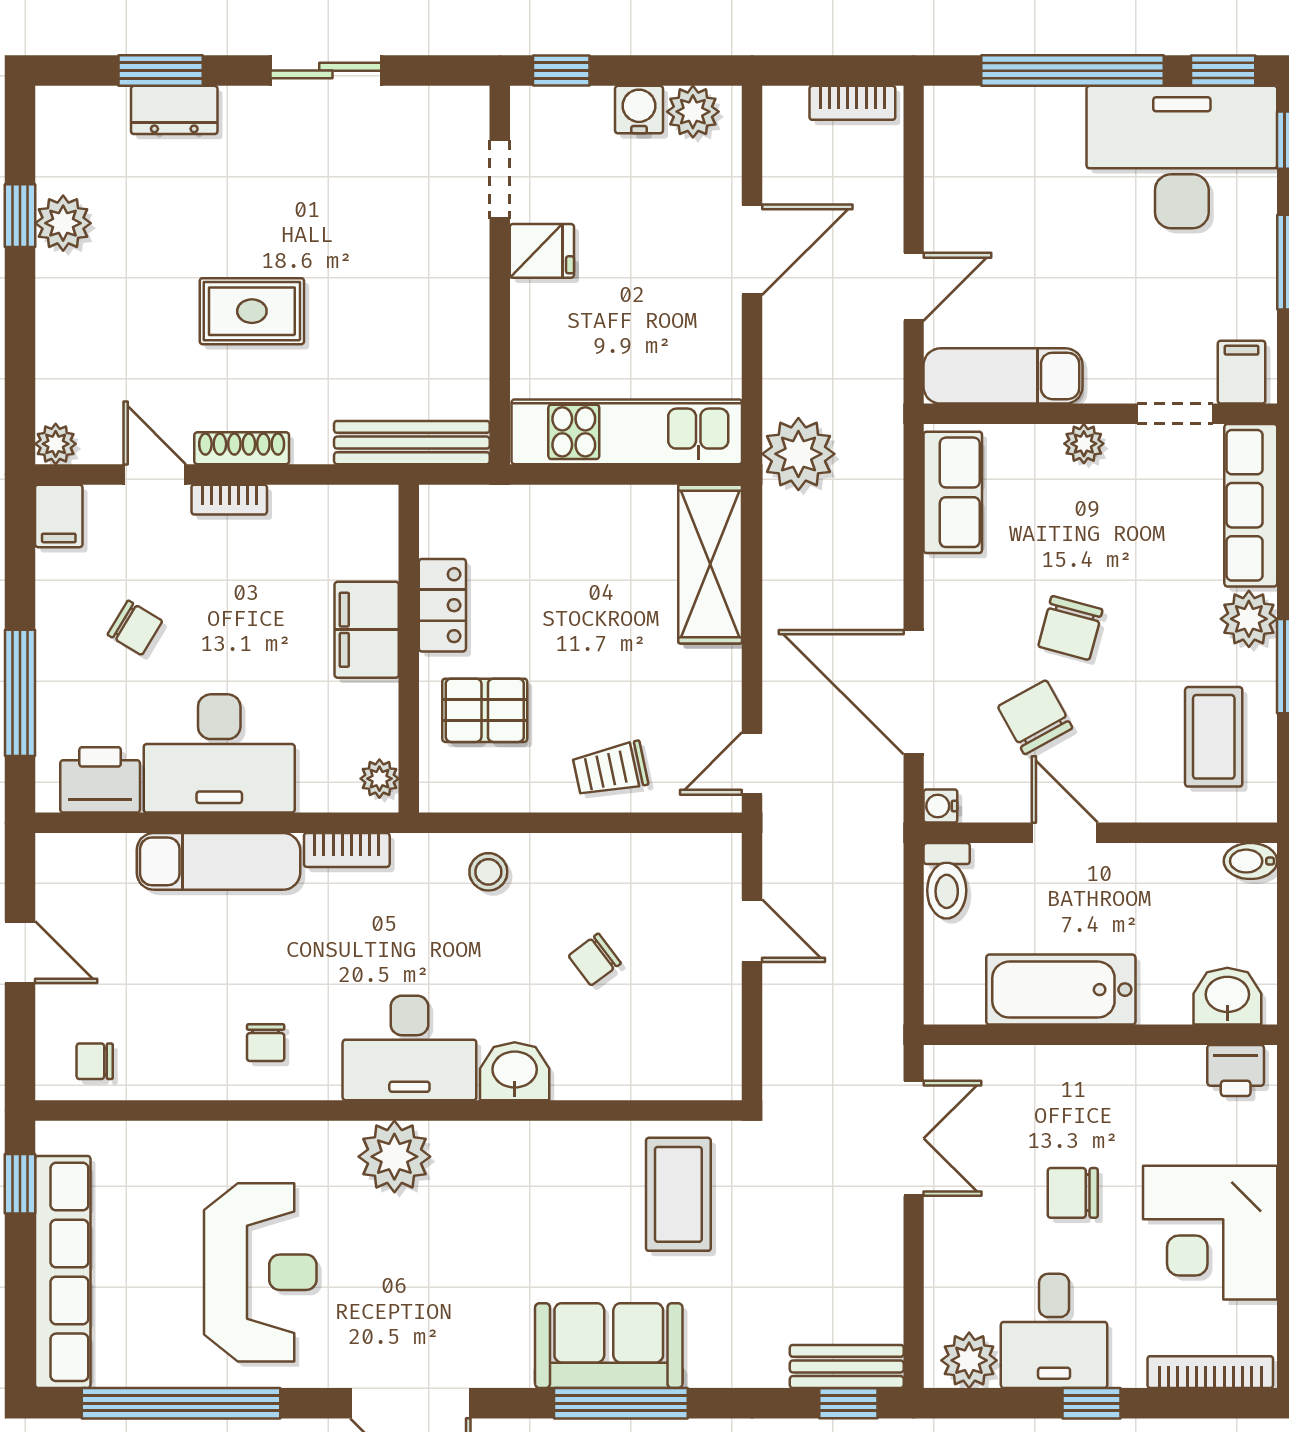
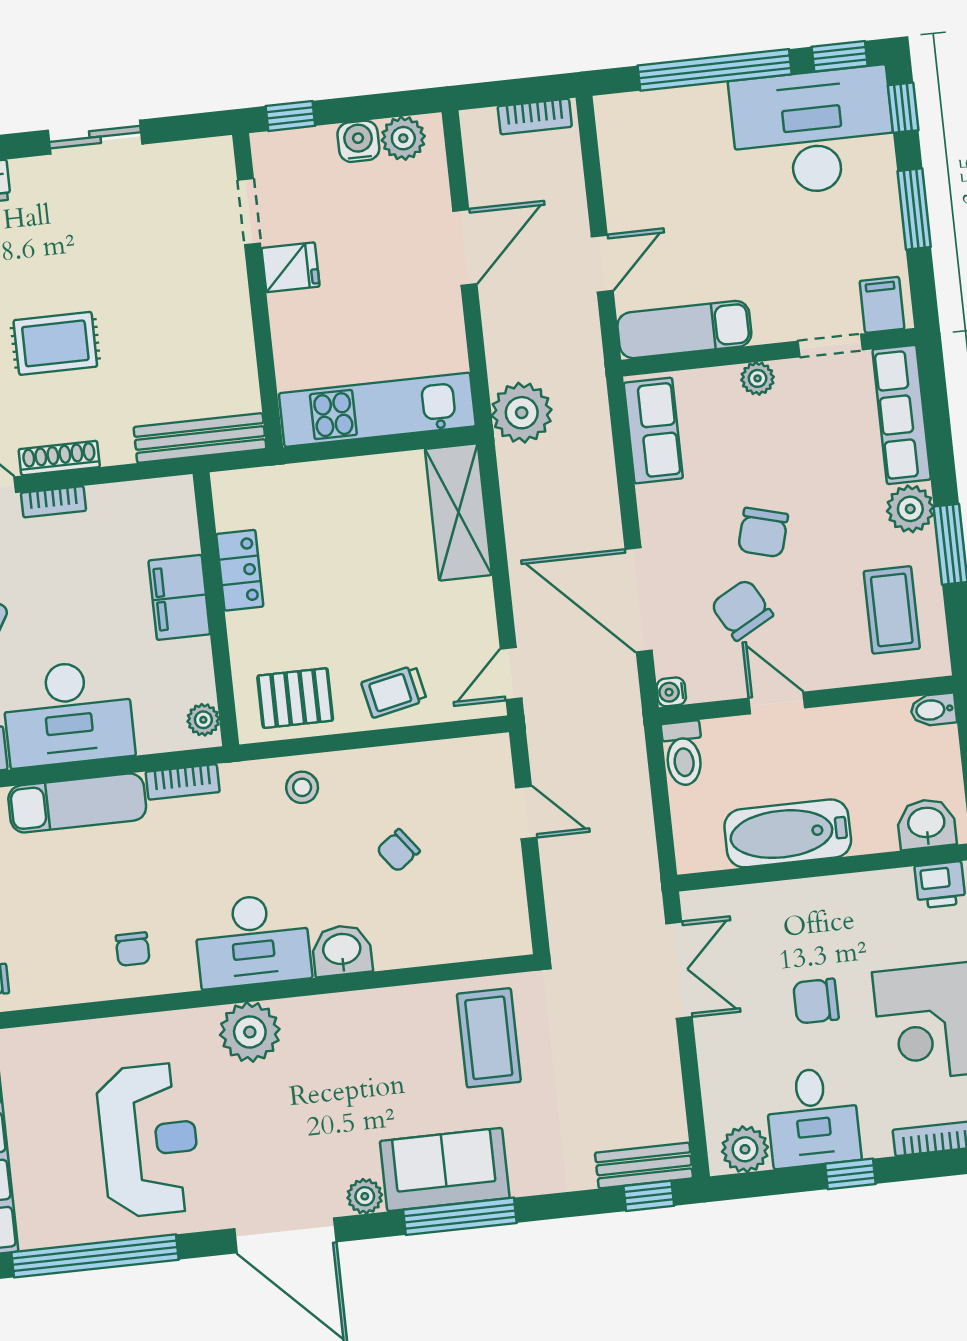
pallet: (485, 710) -> (295, 698), moved
plant: (510, 1367) -> (365, 1196), added

